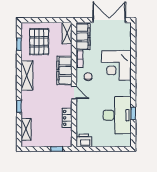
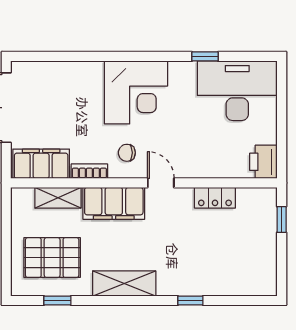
shelving: (67, 33) -> (58, 198), moved
corner desk: (116, 65) -> (136, 92), moved
door: (74, 93) -> (161, 183), hinge flipped
desk: (117, 115) -> (237, 91), moved
shelving: (26, 129) -> (239, 286), removed

